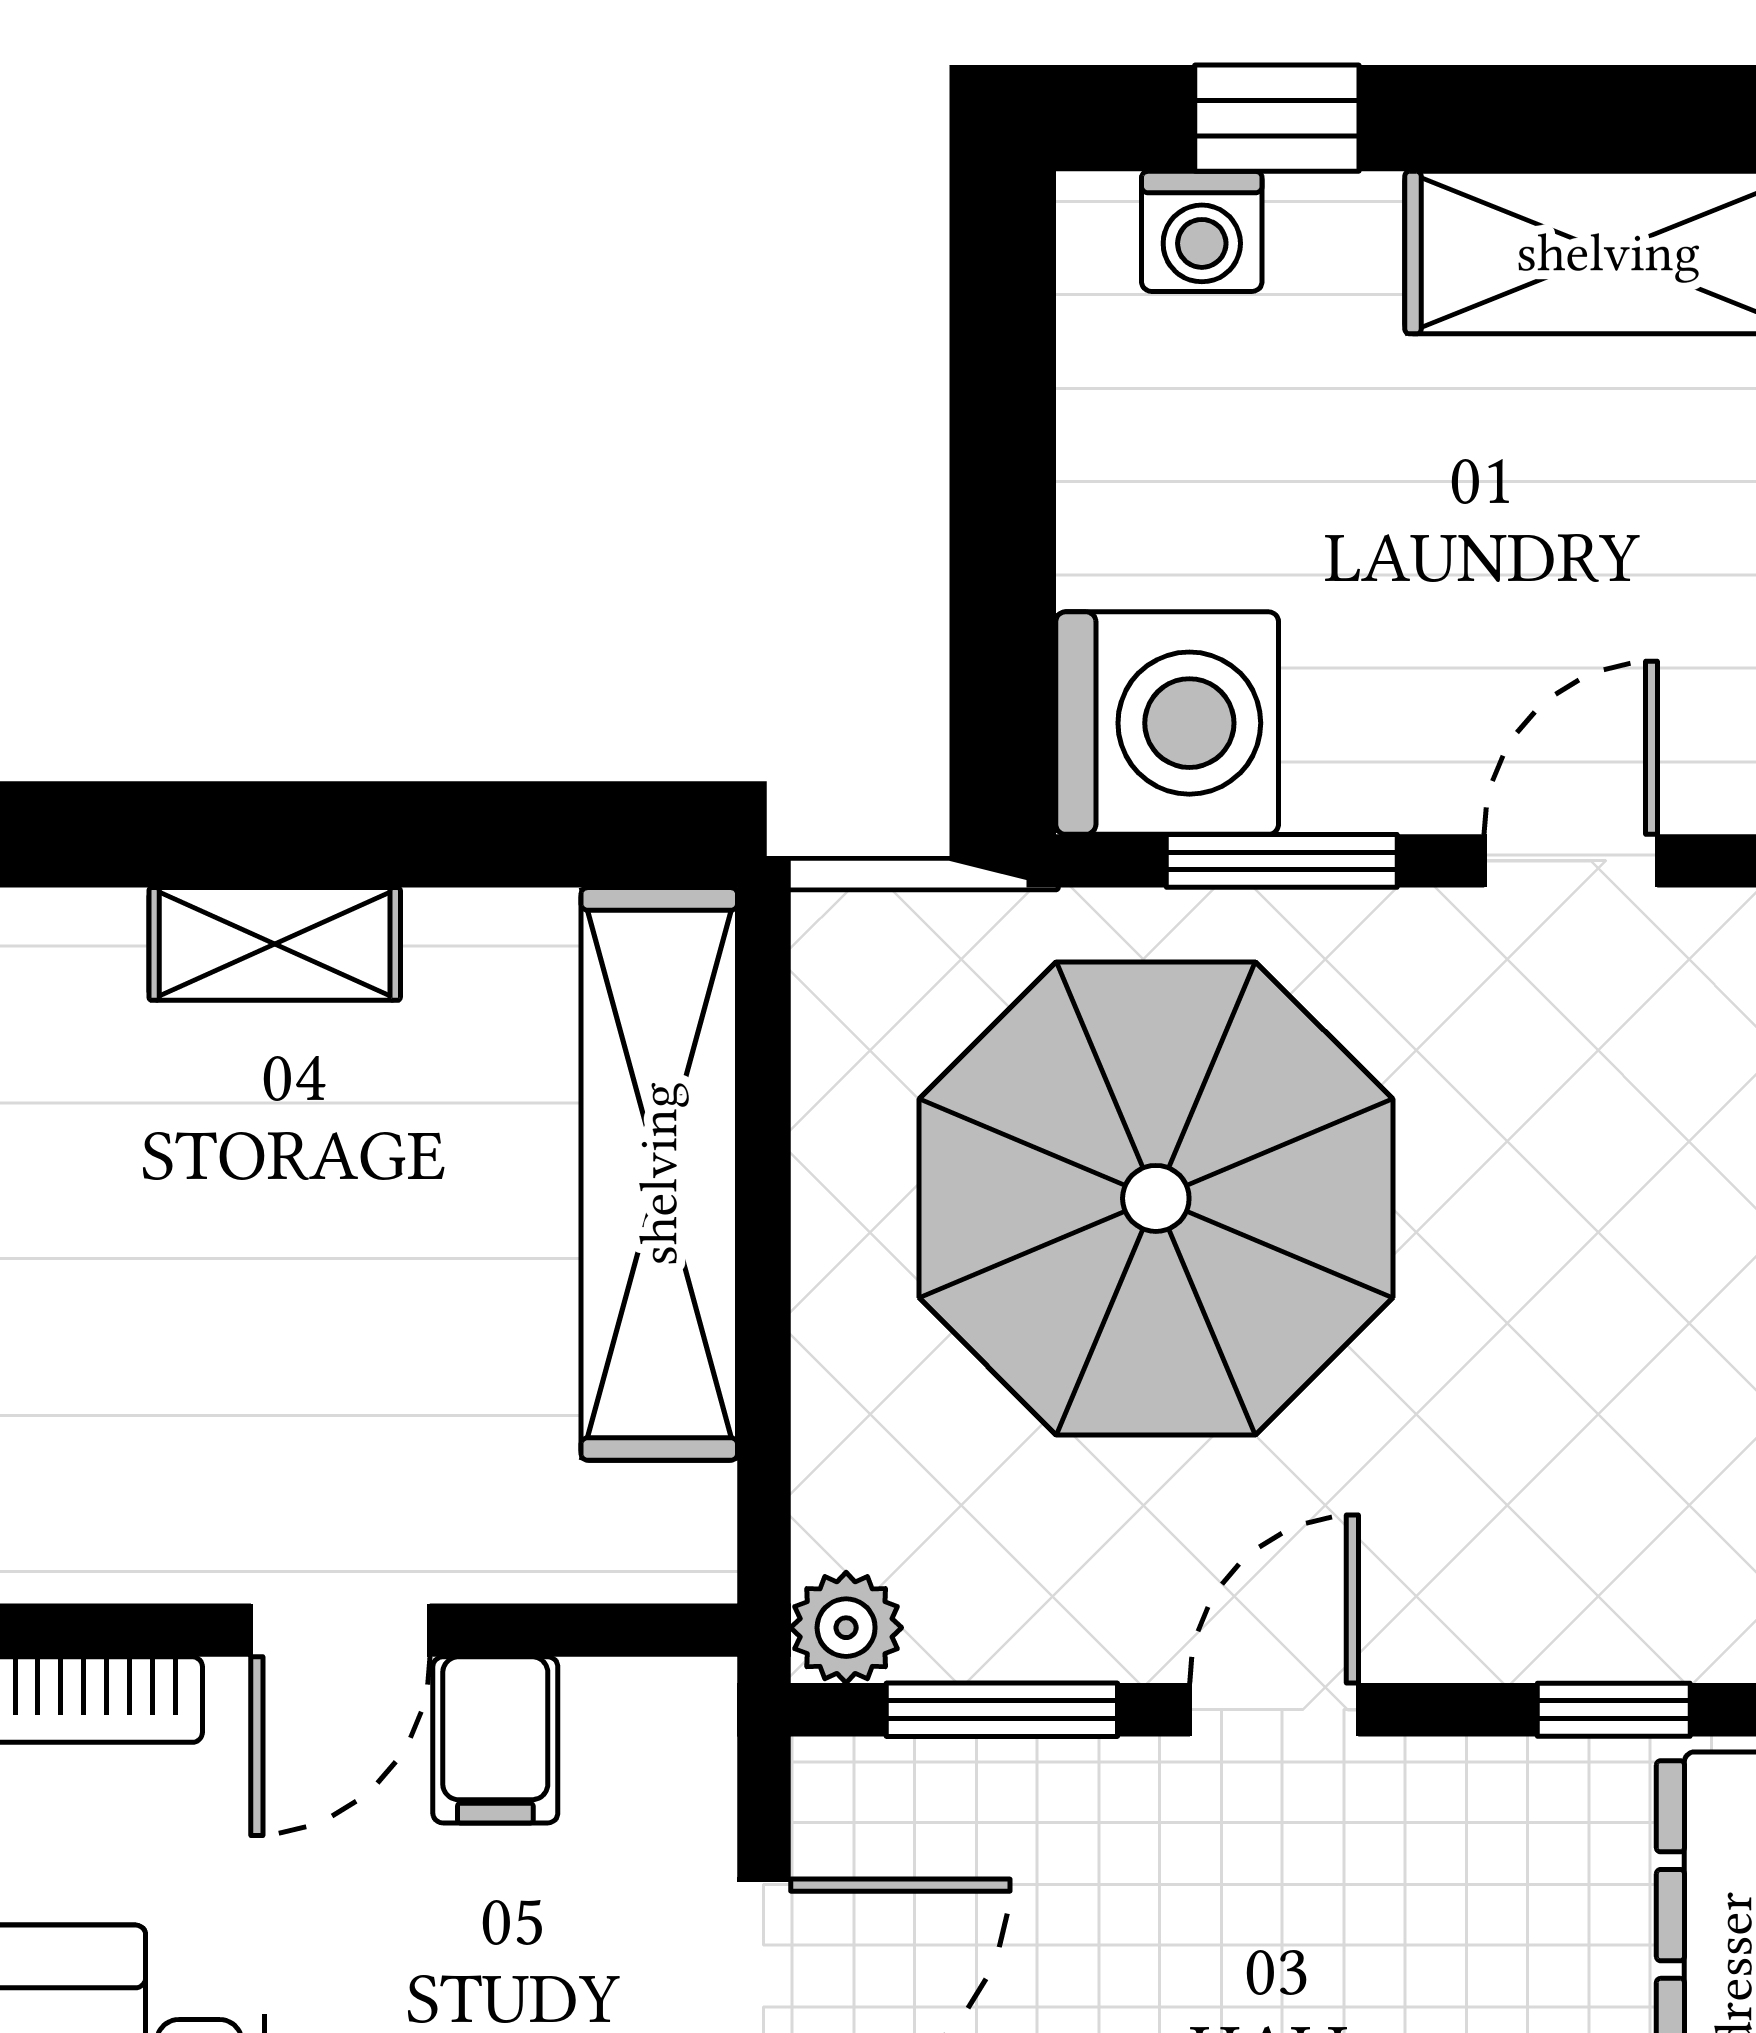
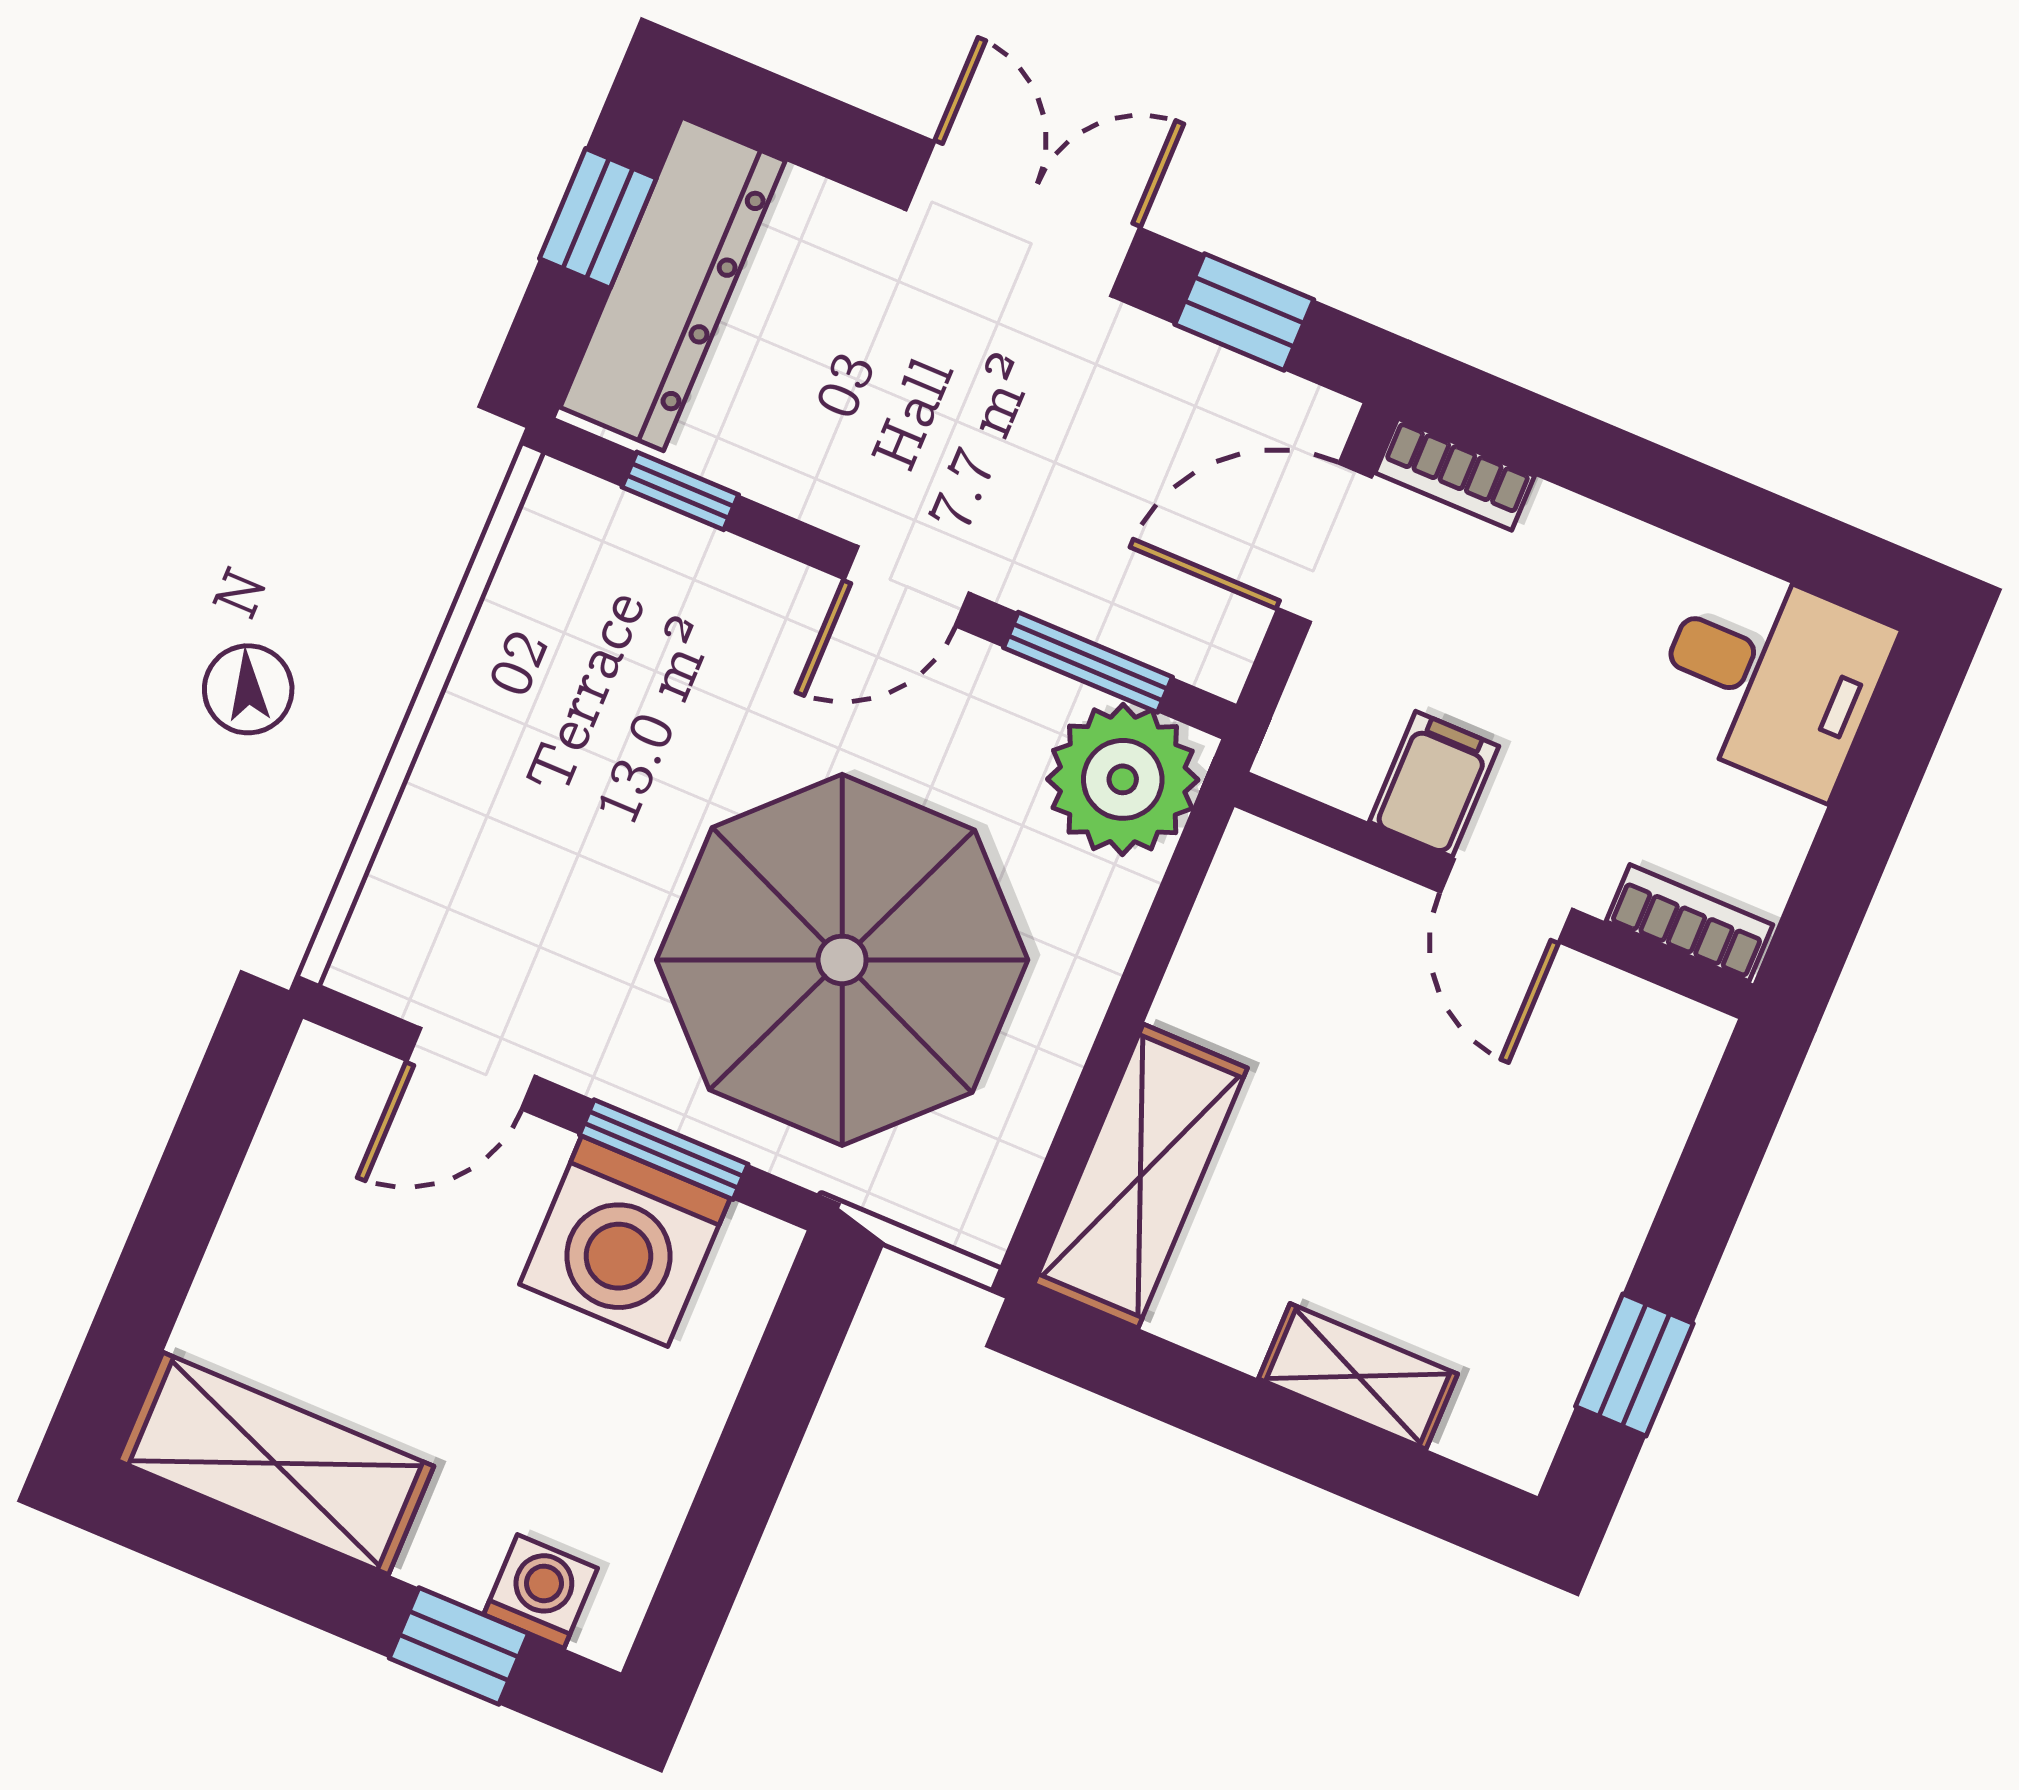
washing machine: (1167, 723) -> (625, 1241), moved, turned -90
shelving: (659, 1174) -> (1141, 1176), width x0.68
plant: (846, 1628) -> (1123, 779), width x1.88, depth x1.88
door: (340, 1630) -> (1506, 901), swing flipped

